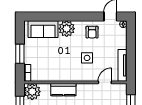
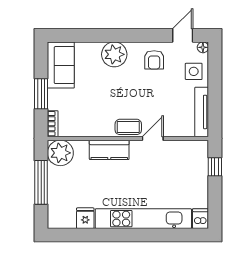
sofa: (43, 29) -> (61, 65), moved, turned -90
side table: (87, 58) -> (194, 71), moved
coffee table: (76, 75) -> (128, 127), added
door: (105, 82) -> (153, 138), moved

